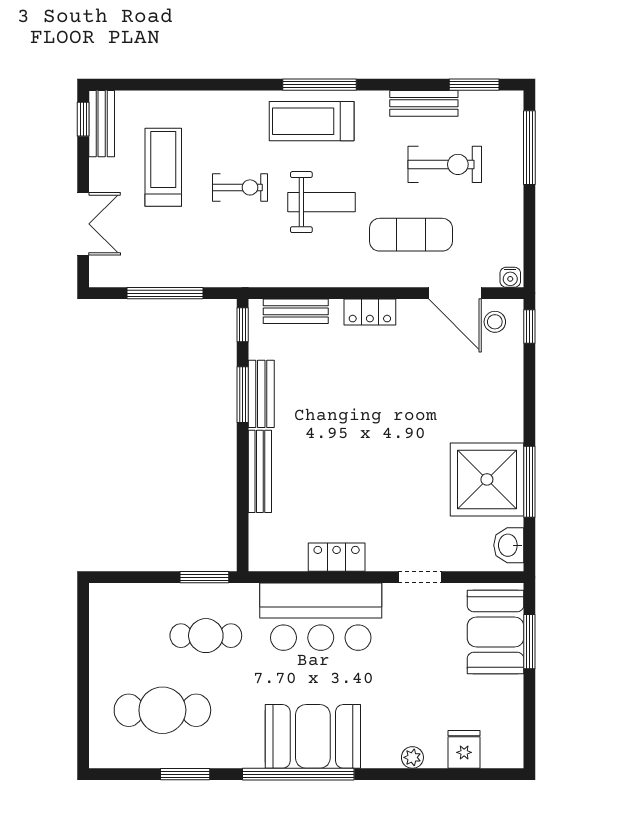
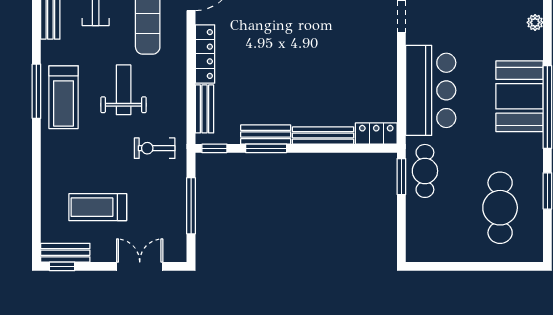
exercise bike: (240, 187) -> (155, 148), moved, turned -90
locker: (370, 312) -> (205, 54), width x1.53
locker: (337, 557) -> (376, 133), moved, turned 90
cafe table: (206, 636) -> (425, 171), moved

